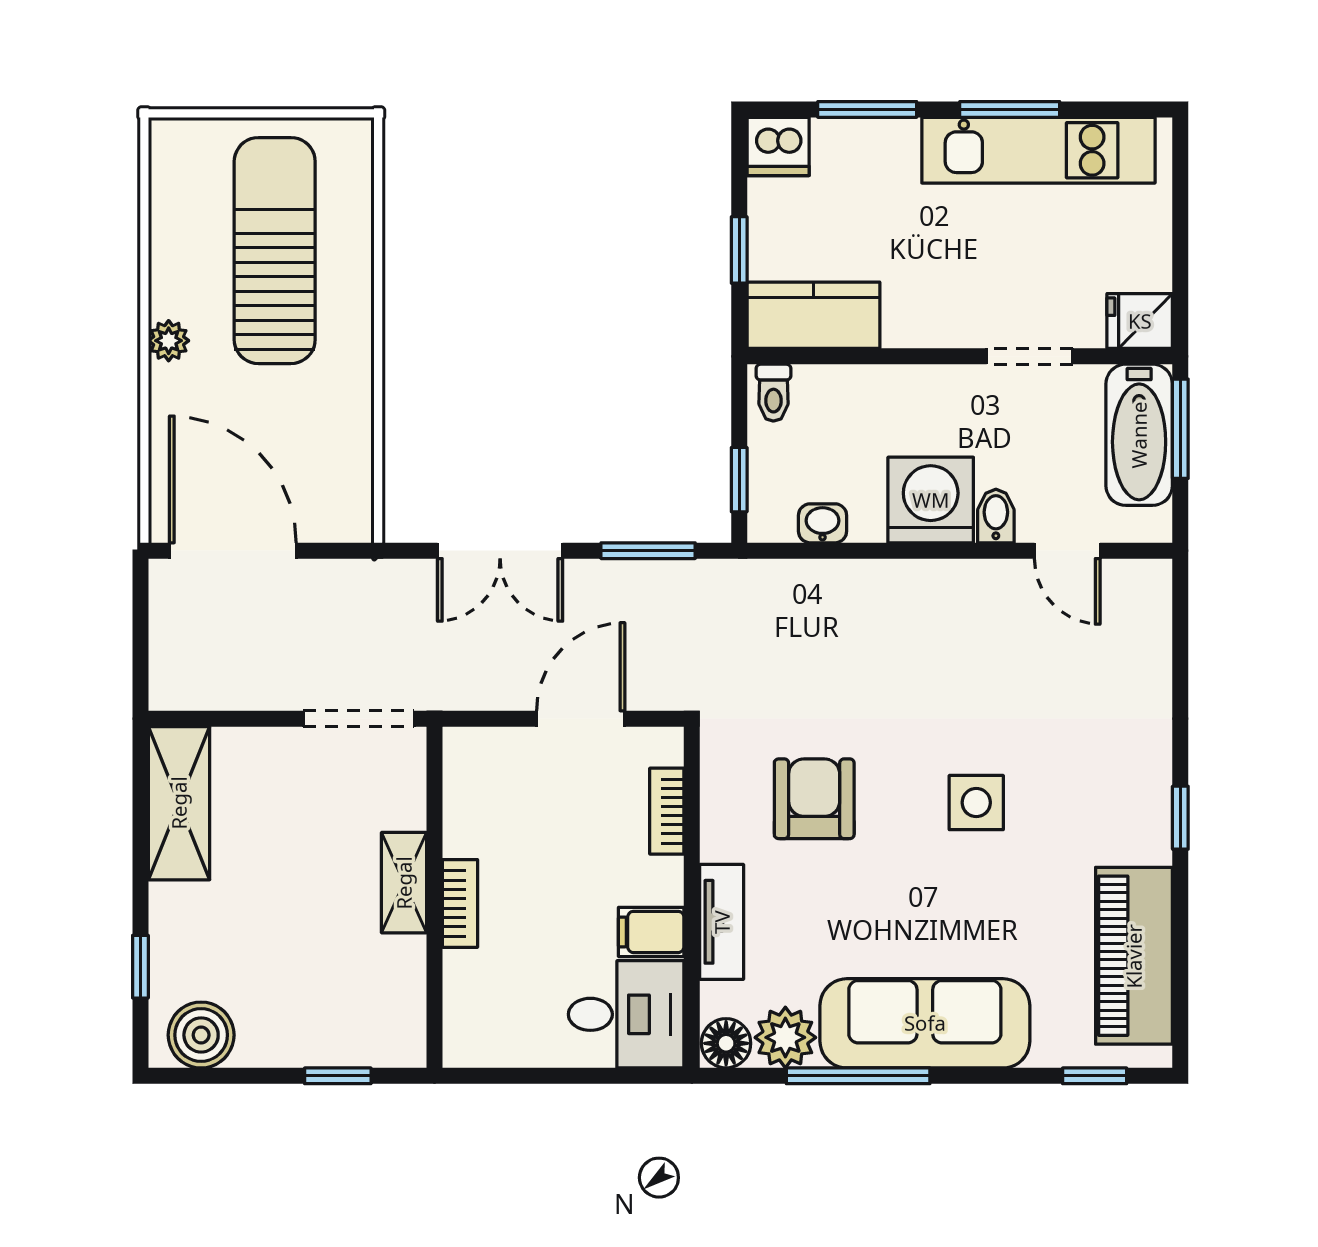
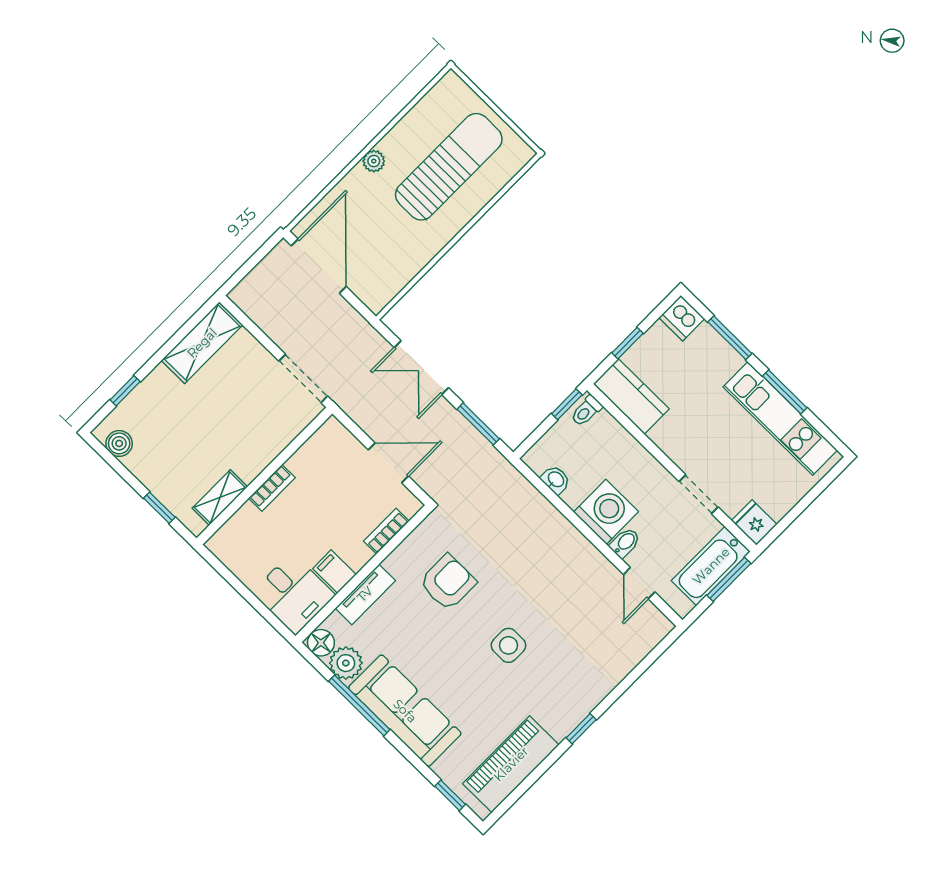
window: (739, 480) -> (567, 404), moved
shelving: (404, 883) -> (220, 497), moved
boiler: (201, 1035) -> (119, 443), width x0.73, depth x0.73

